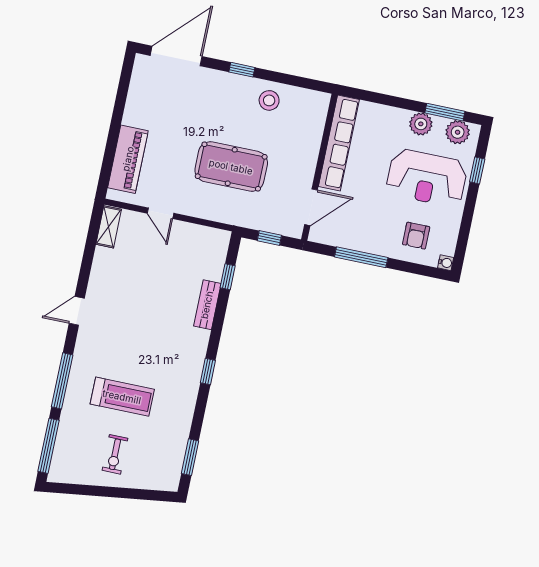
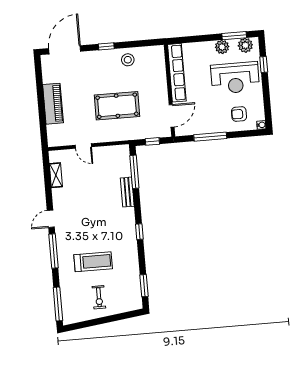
piano: (128, 159) -> (53, 104), moved
shelving: (109, 227) -> (56, 175), moved
armchair: (416, 236) -> (239, 114), turned 90
window: (228, 277) -> (134, 172), width x2.17
window: (62, 381) -> (54, 251), moved

